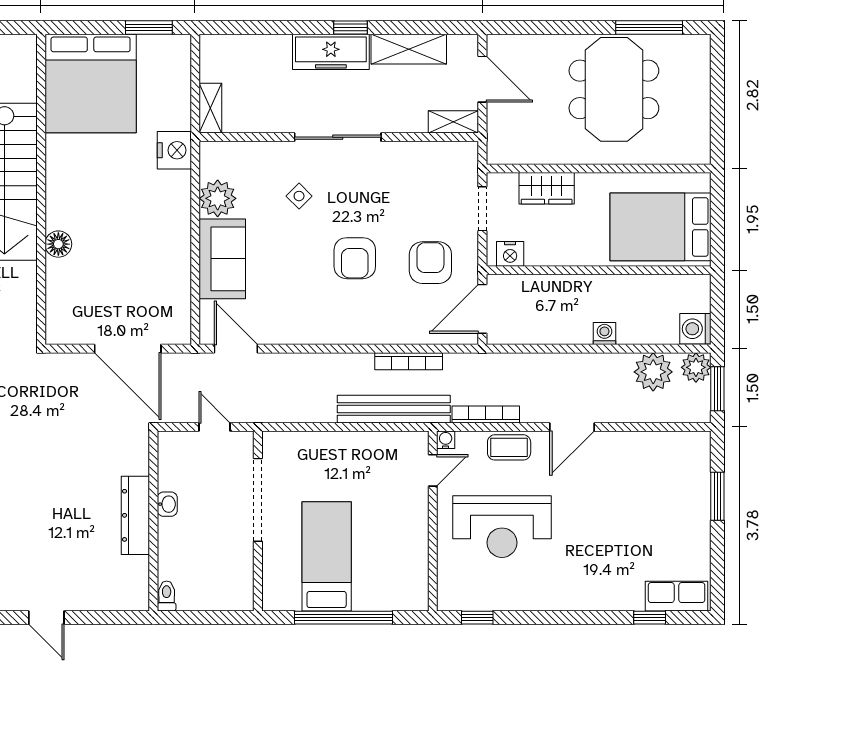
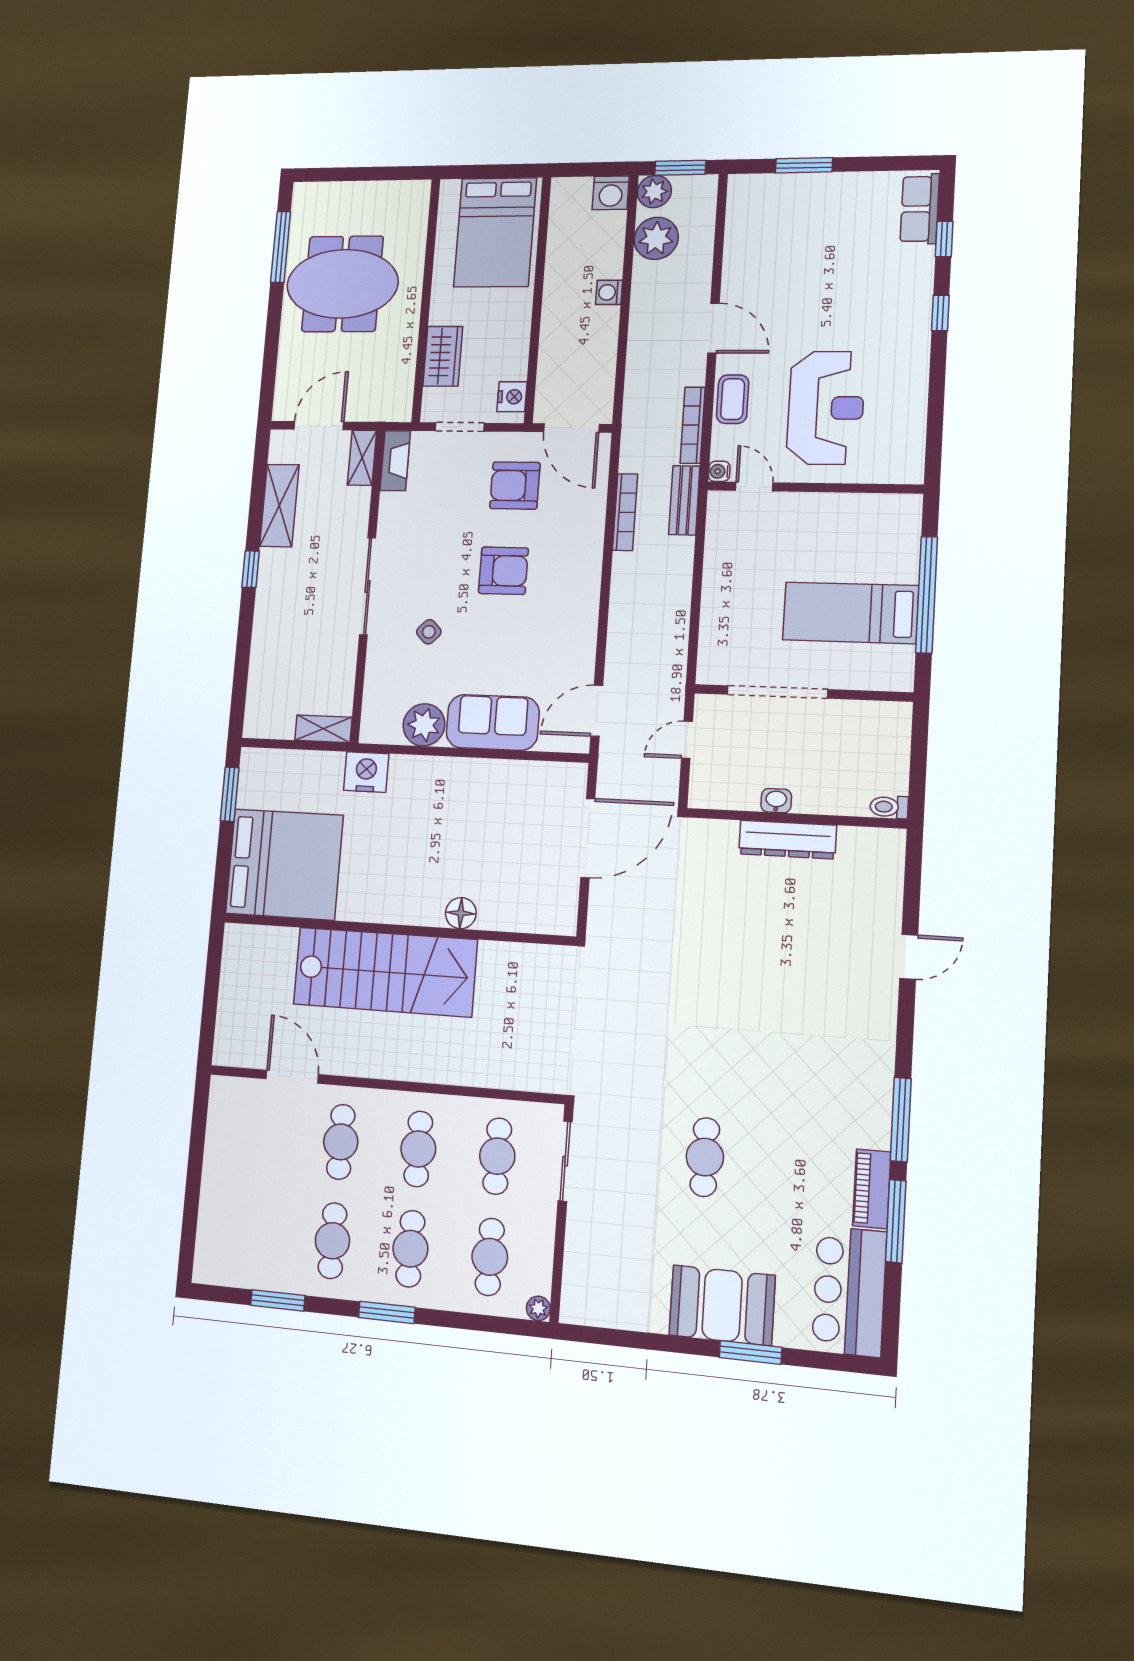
freezer: (331, 52) -> (274, 591), removed
fireplace: (451, 153) -> (395, 461), added
bench: (394, 409) -> (684, 500), width x0.54, depth x0.82
window: (477, 618) -> (940, 313), moved

